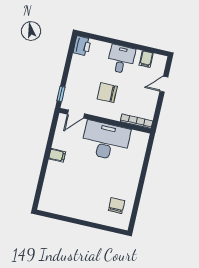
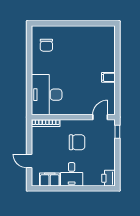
filing cabinet: (146, 59) -> (50, 179), width x2.00
door: (164, 84) -> (29, 161), swing flipped
desk: (106, 141) -> (47, 95), moved, turned 90

